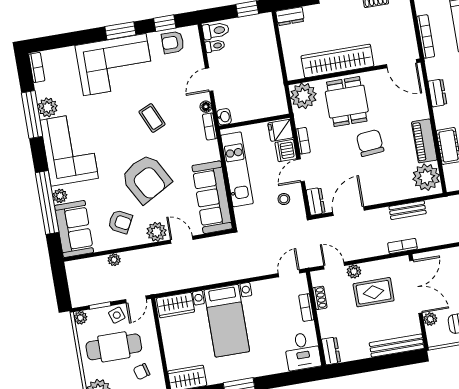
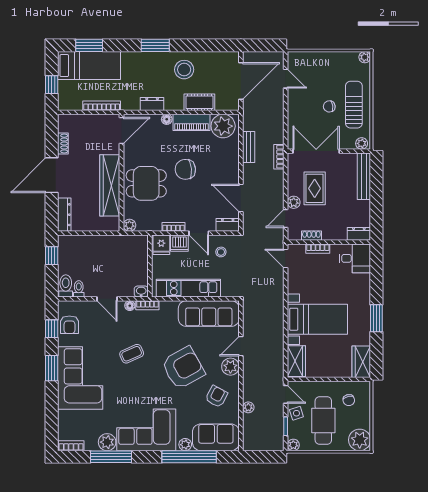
dresser: (290, 16) -> (64, 215), width x1.44
plant: (303, 96) -> (129, 225), width x0.53, depth x0.53
floor lamp: (423, 112) -> (167, 119), added
plant: (430, 319) -> (362, 143), moved

